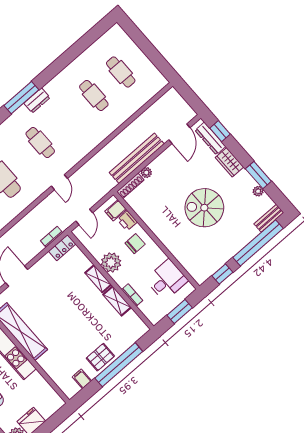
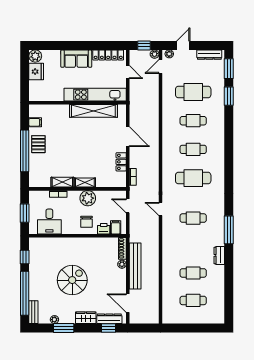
dresser: (37, 100) -> (219, 255), moved
locker: (62, 248) -> (121, 162), moved

